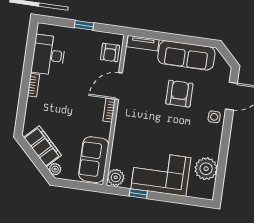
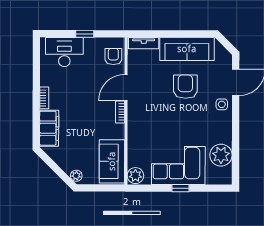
armchair: (110, 53) -> (113, 57), turned 180
desk: (48, 55) -> (64, 52), moved, turned 90
filing cabinet: (43, 146) -> (49, 128), moved, turned 45
window: (138, 194) -> (181, 188), moved

